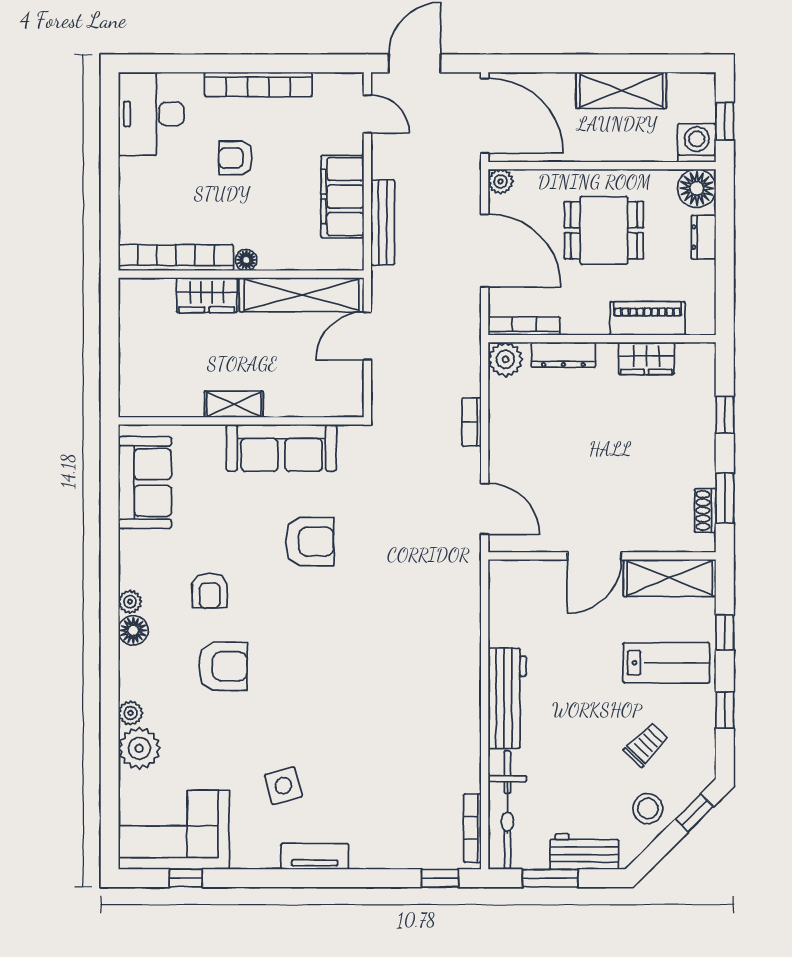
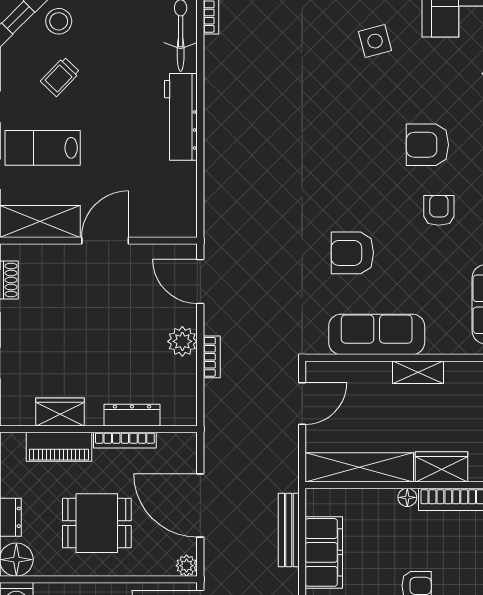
bookcase: (524, 326) -> (125, 440), moved
door: (367, 336) -> (302, 404), moved
plant: (505, 359) -> (182, 341), moved

